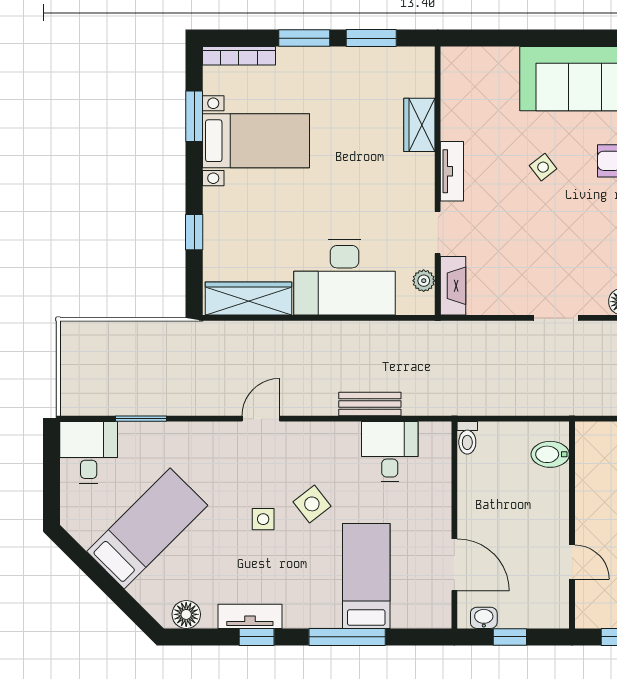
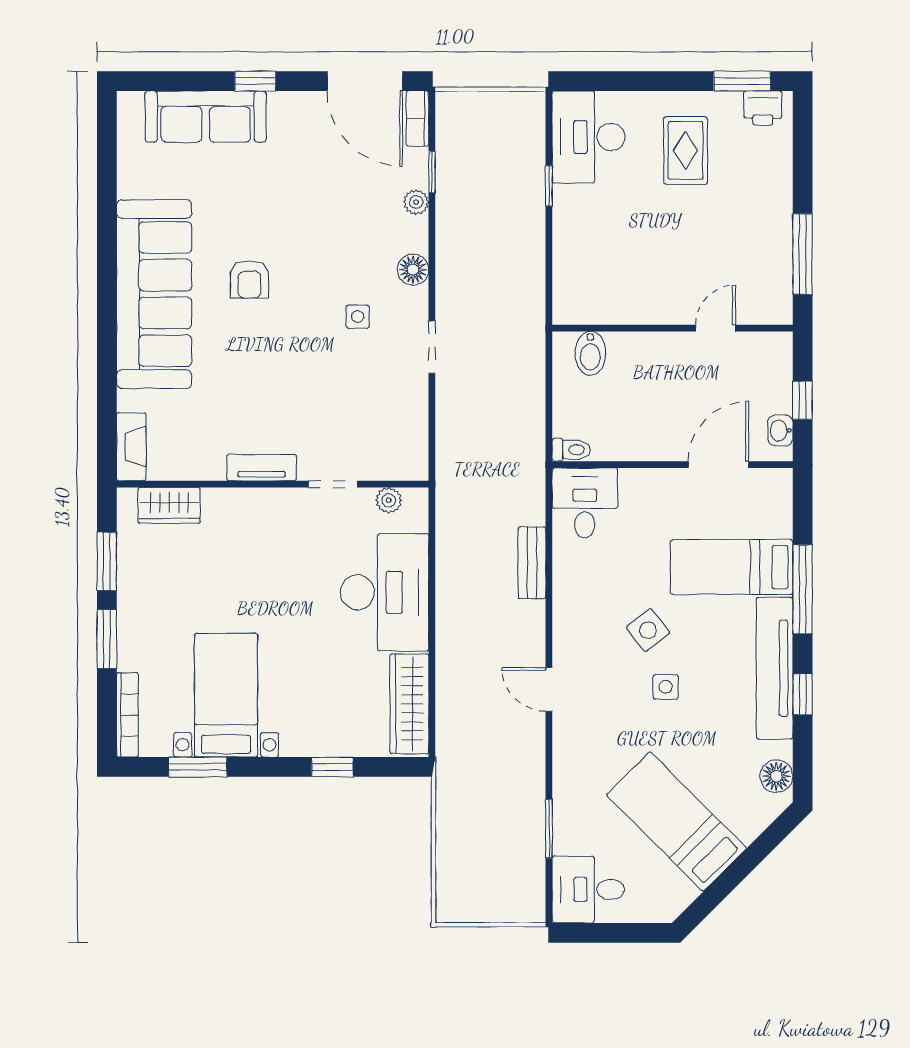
wardrobe: (419, 125) -> (169, 505), moved
side table: (543, 167) -> (358, 316), moved, turned 38
fireplace: (453, 286) -> (131, 447), moved, turned 90
desk: (390, 452) -> (585, 503), moved, turned 90
tv unit: (250, 616) -> (775, 668), width x1.92, depth x1.29

